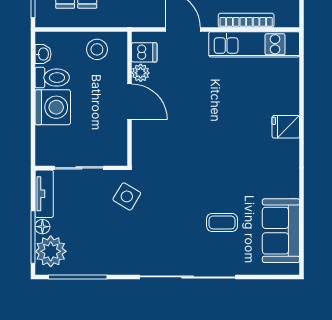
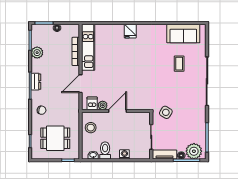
washing machine: (53, 107) -> (124, 154), width x0.53, depth x0.53

